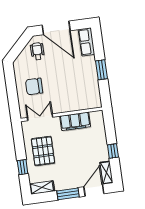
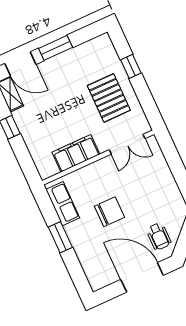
row of seats: (87, 42) -> (63, 204), moved
chair: (34, 86) -> (109, 212), moved
shelving: (42, 188) -> (95, 46), removed
door: (94, 190) -> (20, 64), hinge flipped

